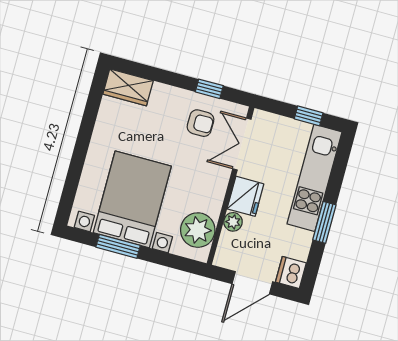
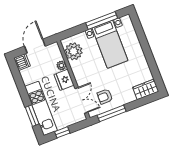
window: (209, 89) -> (112, 113), width x2.17
bed with nightstands: (132, 199) -> (110, 44), width x0.73
window: (324, 222) -> (32, 116), moved
window: (118, 246) -> (102, 21), width x1.44

